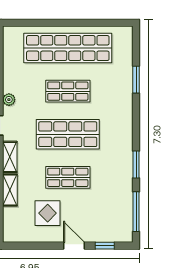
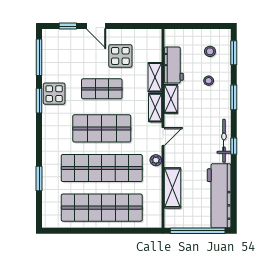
shop shelf: (68, 91) -> (102, 168), width x2.00, depth x1.36
display table: (120, 172) -> (54, 94), added

